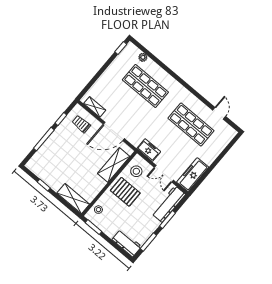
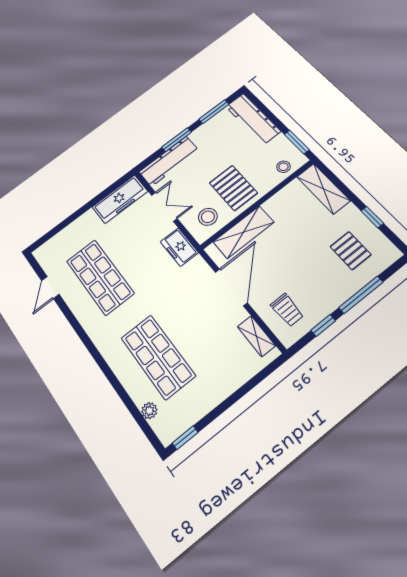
door: (114, 131) -> (231, 287), hinge flipped
pallet: (53, 163) -> (351, 251), added
workbench: (127, 243) -> (253, 119), width x1.37

